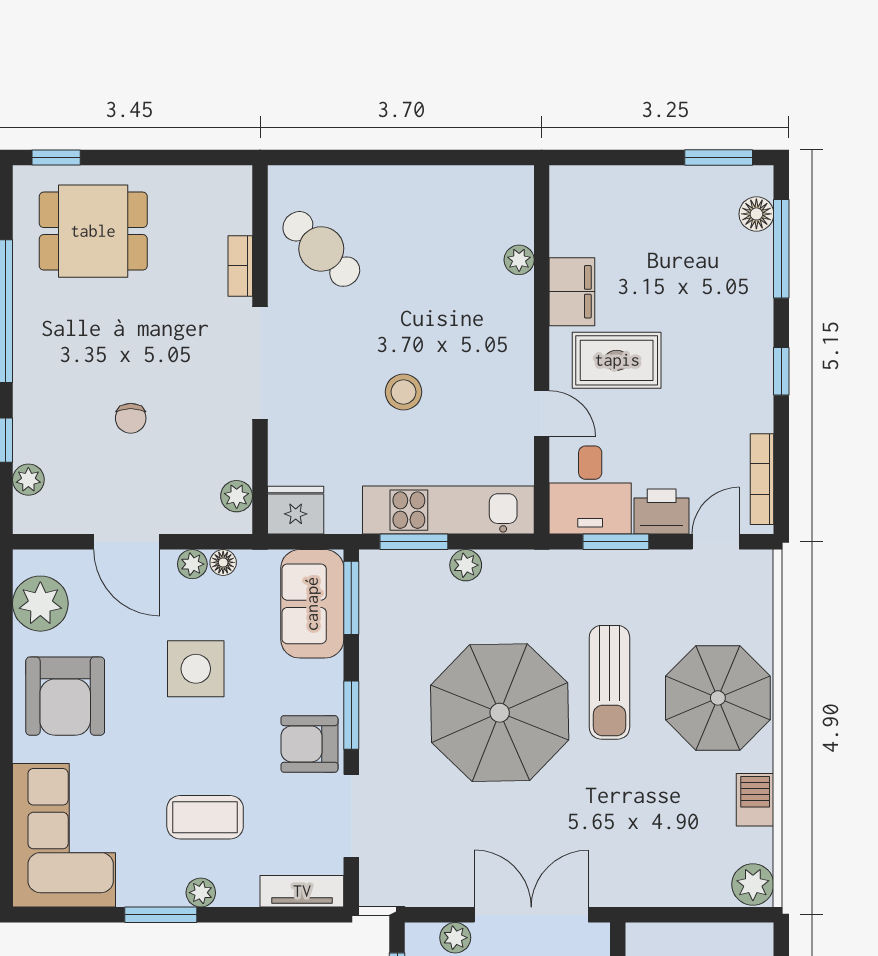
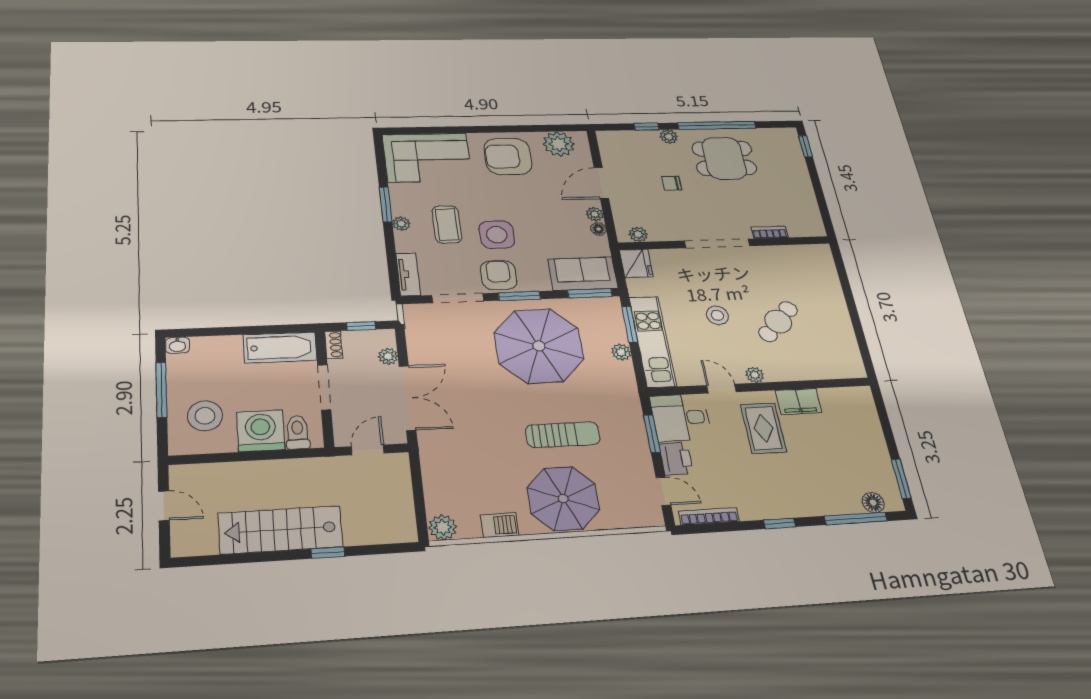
dining table: (93, 231) -> (724, 158), moved, turned 90
cafe table: (321, 249) -> (778, 321), moved
plant: (519, 260) -> (755, 375), moved
door: (542, 414) -> (721, 389), swing flipped
plant: (28, 480) -> (669, 137), moved
side table: (196, 669) -> (497, 235), moved
sun lounger: (609, 682) -> (563, 435), turned 180
parasol: (500, 713) -> (539, 346), moved

